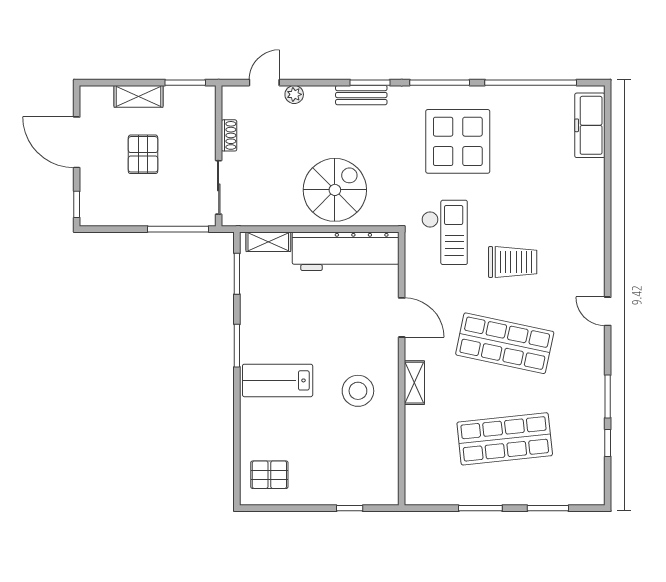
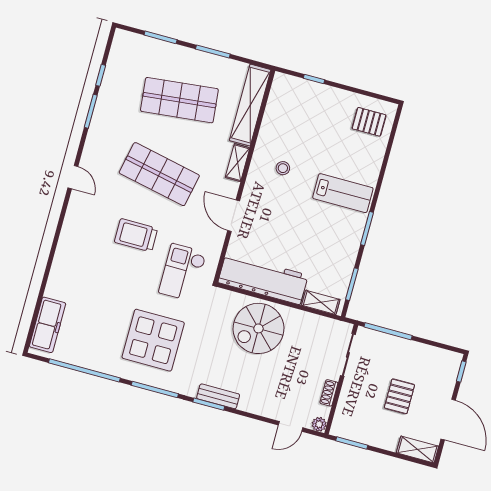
plant: (294, 94) -> (319, 424), moved
shelving: (139, 96) -> (418, 449), moved
stool: (358, 391) -> (283, 168), width x0.53, depth x0.53
shelving: (418, 456) -> (250, 105), added

